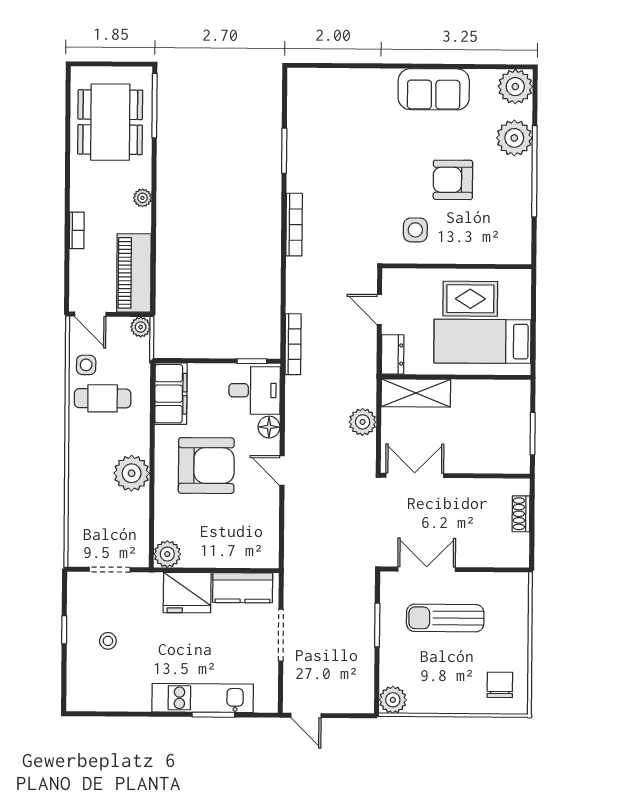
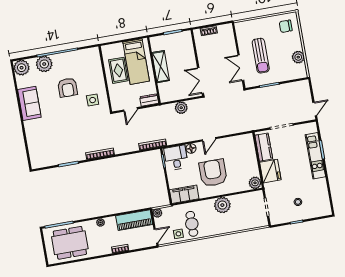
shelving: (416, 393) -> (161, 67), moved
plant: (393, 700) -> (298, 57), moved

